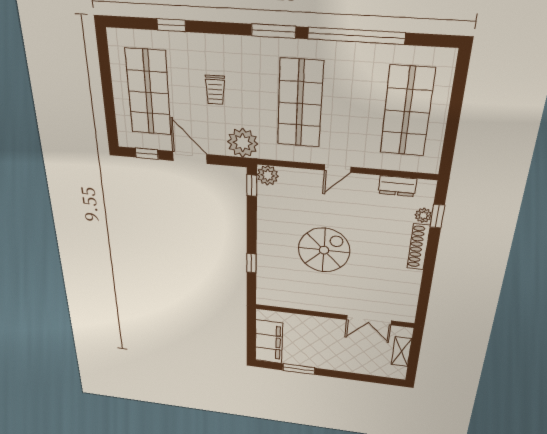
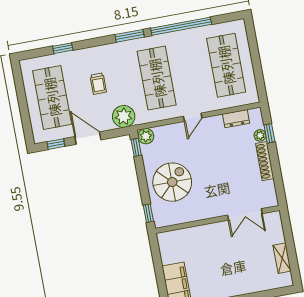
spiral stairs: (324, 250) -> (172, 182), moved
wall: (334, 316) -> (217, 219), moved
double door: (369, 320) -> (245, 214), moved

